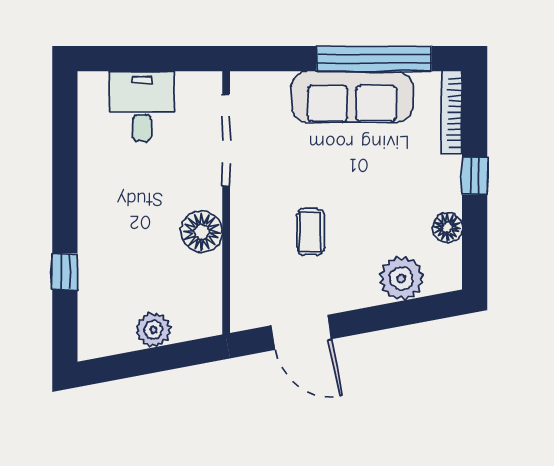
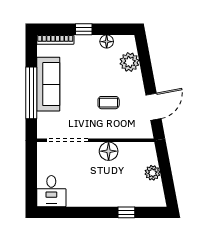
window: (374, 59) -> (31, 93), moved
desk: (142, 106) -> (51, 191), moved, turned -90

